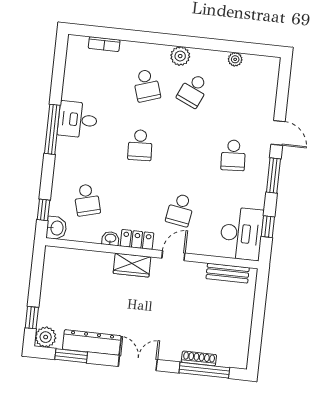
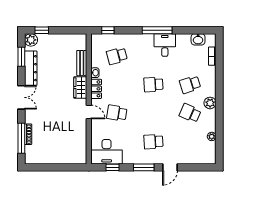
washbasin: (56, 228) -> (198, 39), moved
bench: (228, 273) -> (82, 63), moved

